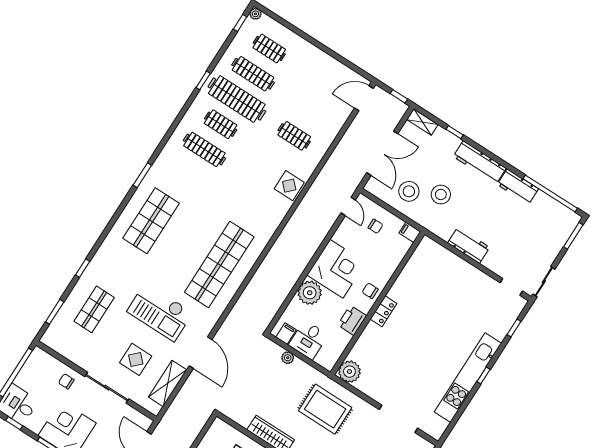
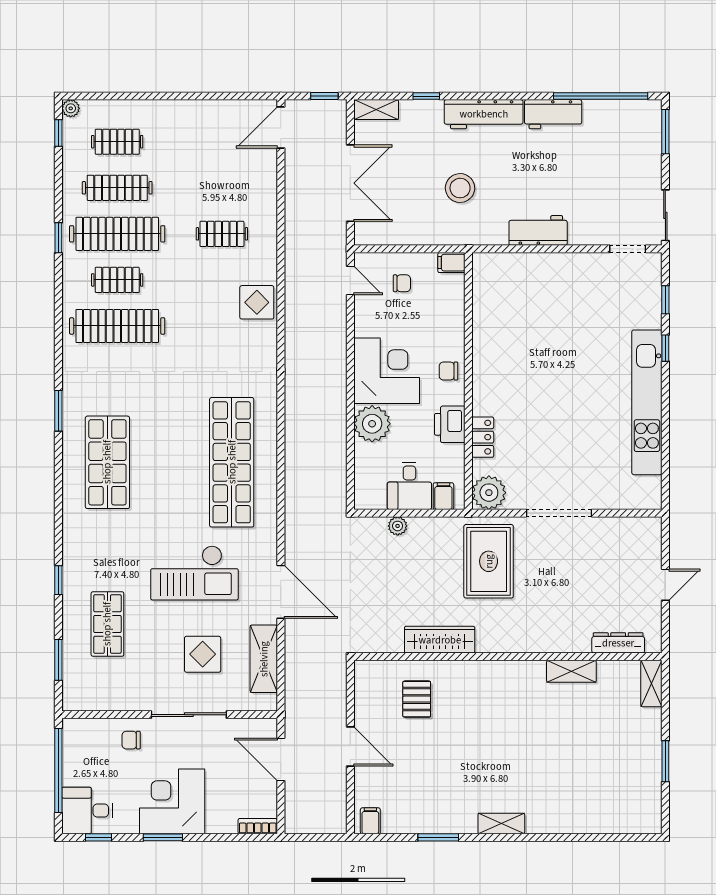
clothes rail: (204, 149) -> (117, 326), width x1.37, depth x1.31
stool: (409, 191) -> (416, 210), removed
locker: (383, 311) -> (483, 437), moved
filing cabinet: (286, 334) -> (443, 496), moved
window: (484, 376) -> (665, 348), moved
rug: (325, 409) -> (489, 561), turned 90
doorway: (398, 419) -> (559, 513), moved

